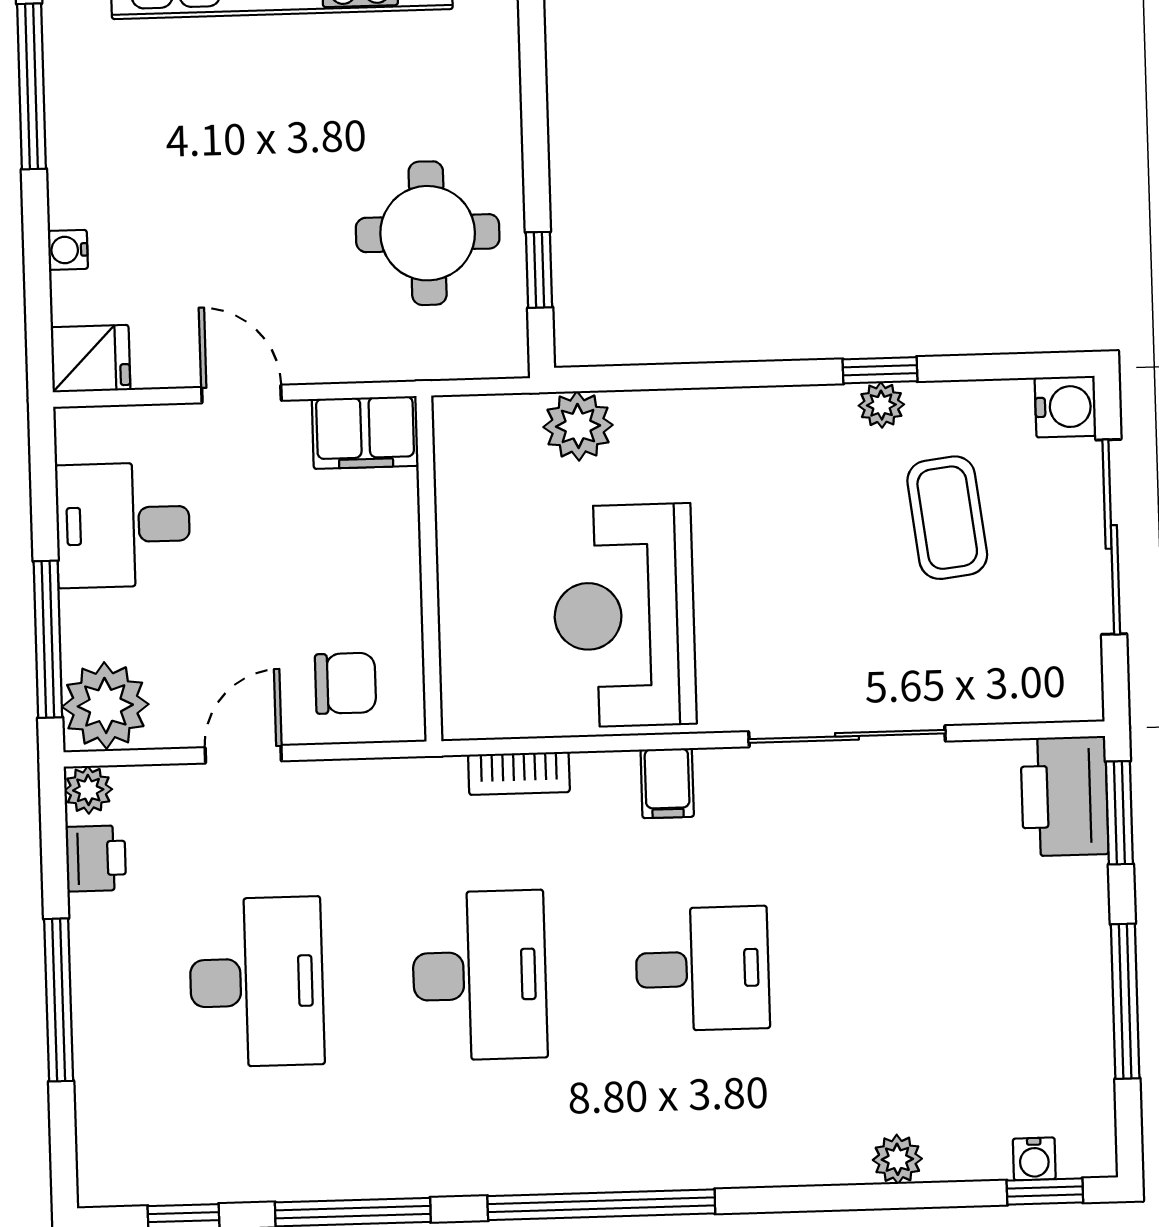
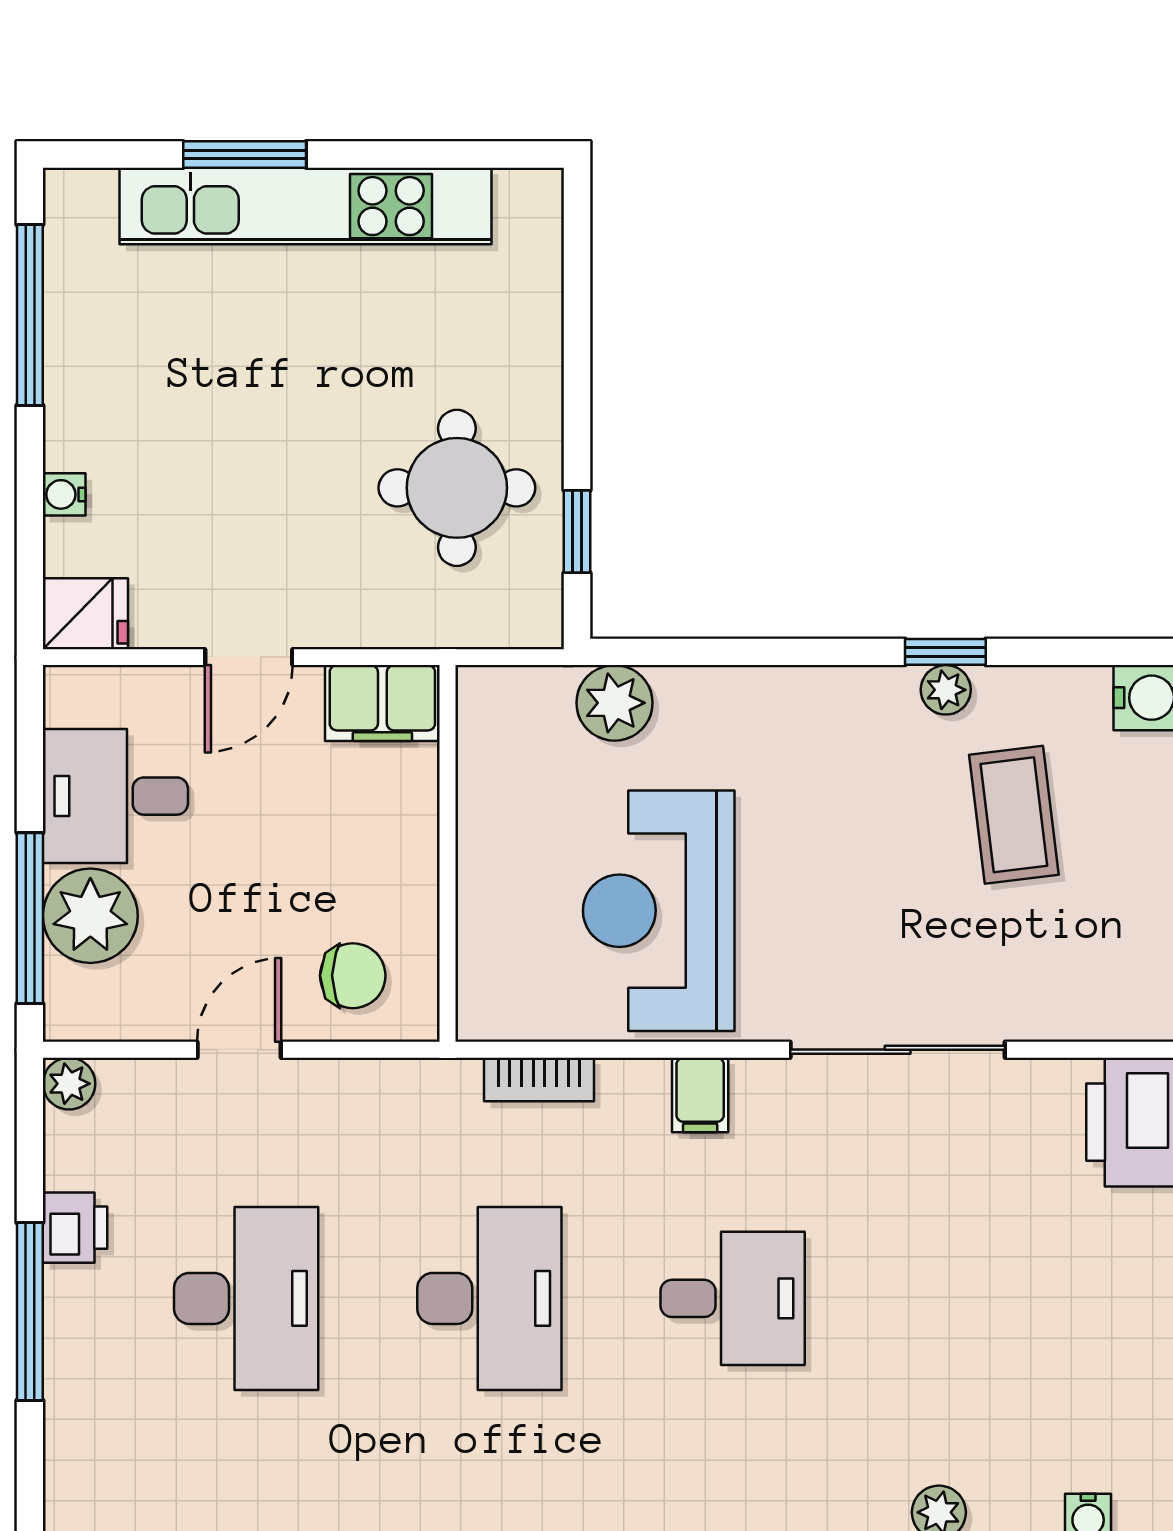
door: (241, 394) -> (249, 657), swing flipped
plant: (105, 705) -> (90, 916), moved
printer: (96, 858) -> (75, 1228), moved

